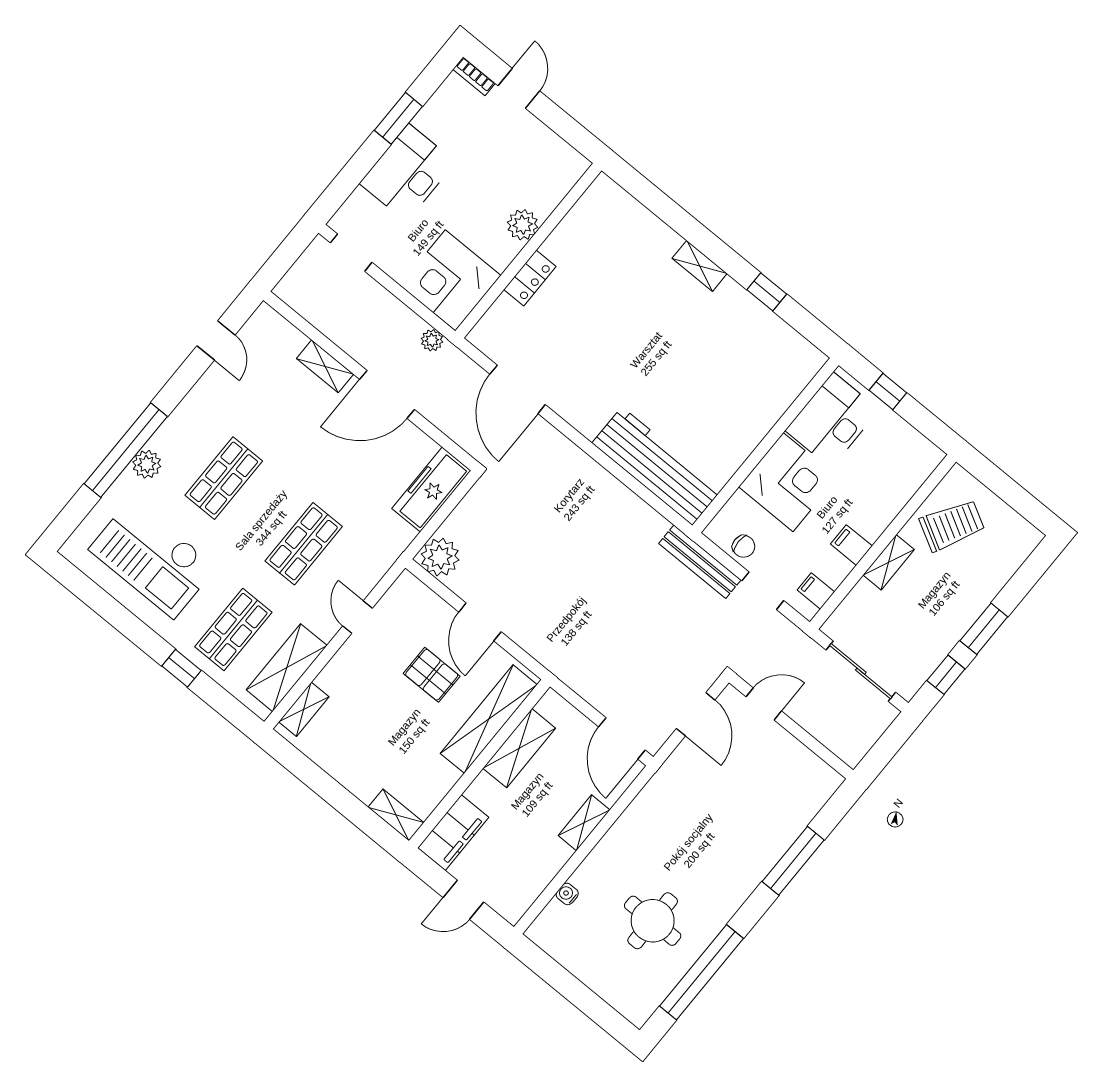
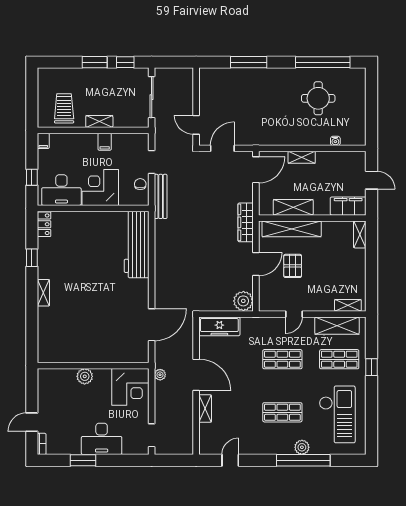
locker: (530, 278) -> (44, 224), moved, turned 90
trolley: (952, 525) -> (64, 108), turned 61
filing cabinet: (816, 591) -> (43, 141), moved
wardrobe: (555, 658) -> (246, 222), added

